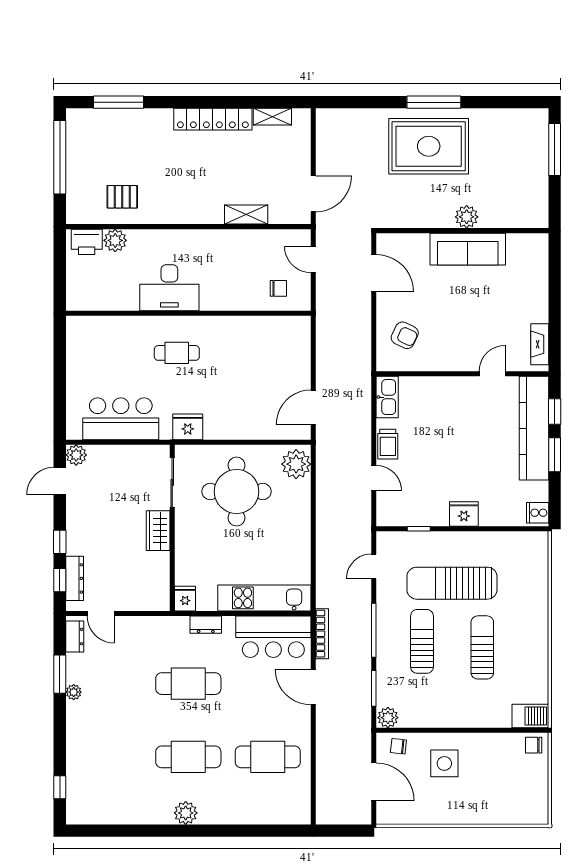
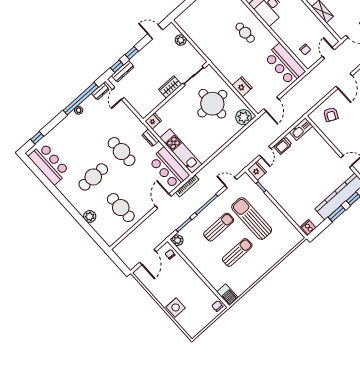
door: (313, 407) -> (271, 104), swing flipped
bar counter: (121, 419) -> (285, 64), moved, turned 180
fridge: (188, 427) -> (242, 87), moved
plant: (76, 455) -> (181, 40), moved
fridge: (464, 514) -> (257, 171), moved
window: (60, 674) -> (81, 99), width x2.11
cafe table: (188, 757) -> (93, 177), turned 90
side table: (444, 763) -> (176, 307), moved
bar counter: (112, 803) -> (49, 164), added
plant: (186, 813) -> (90, 216), moved

